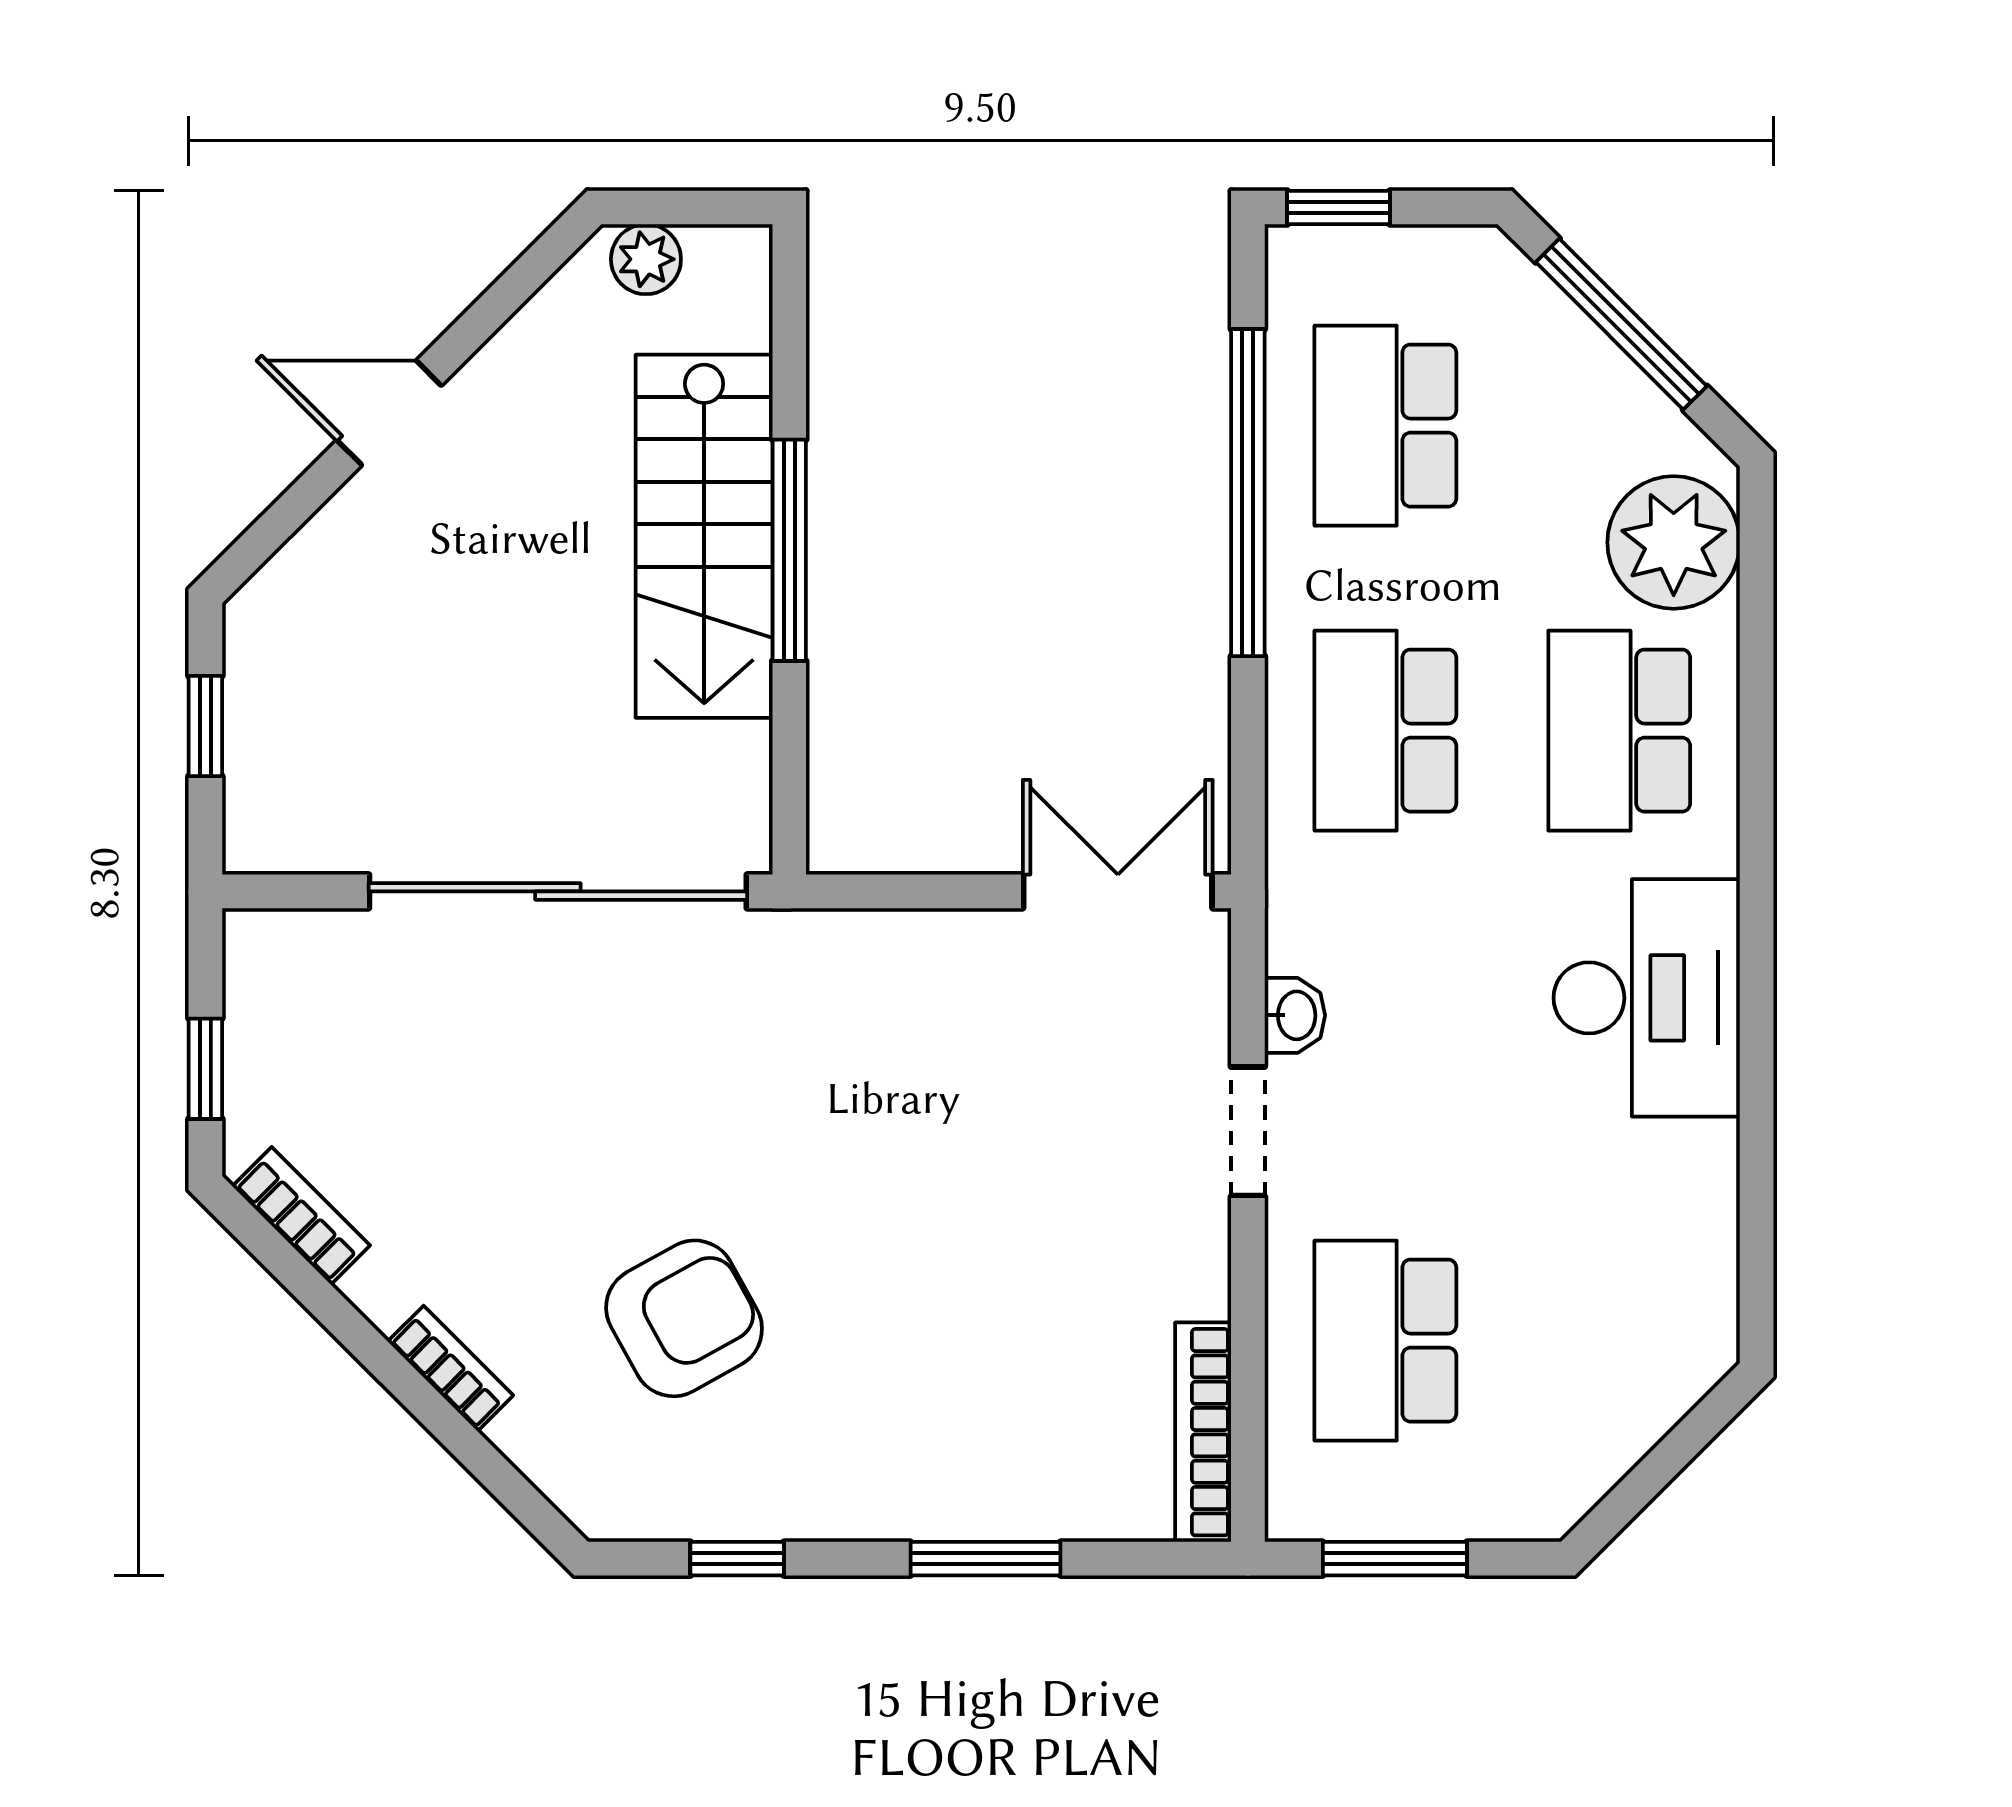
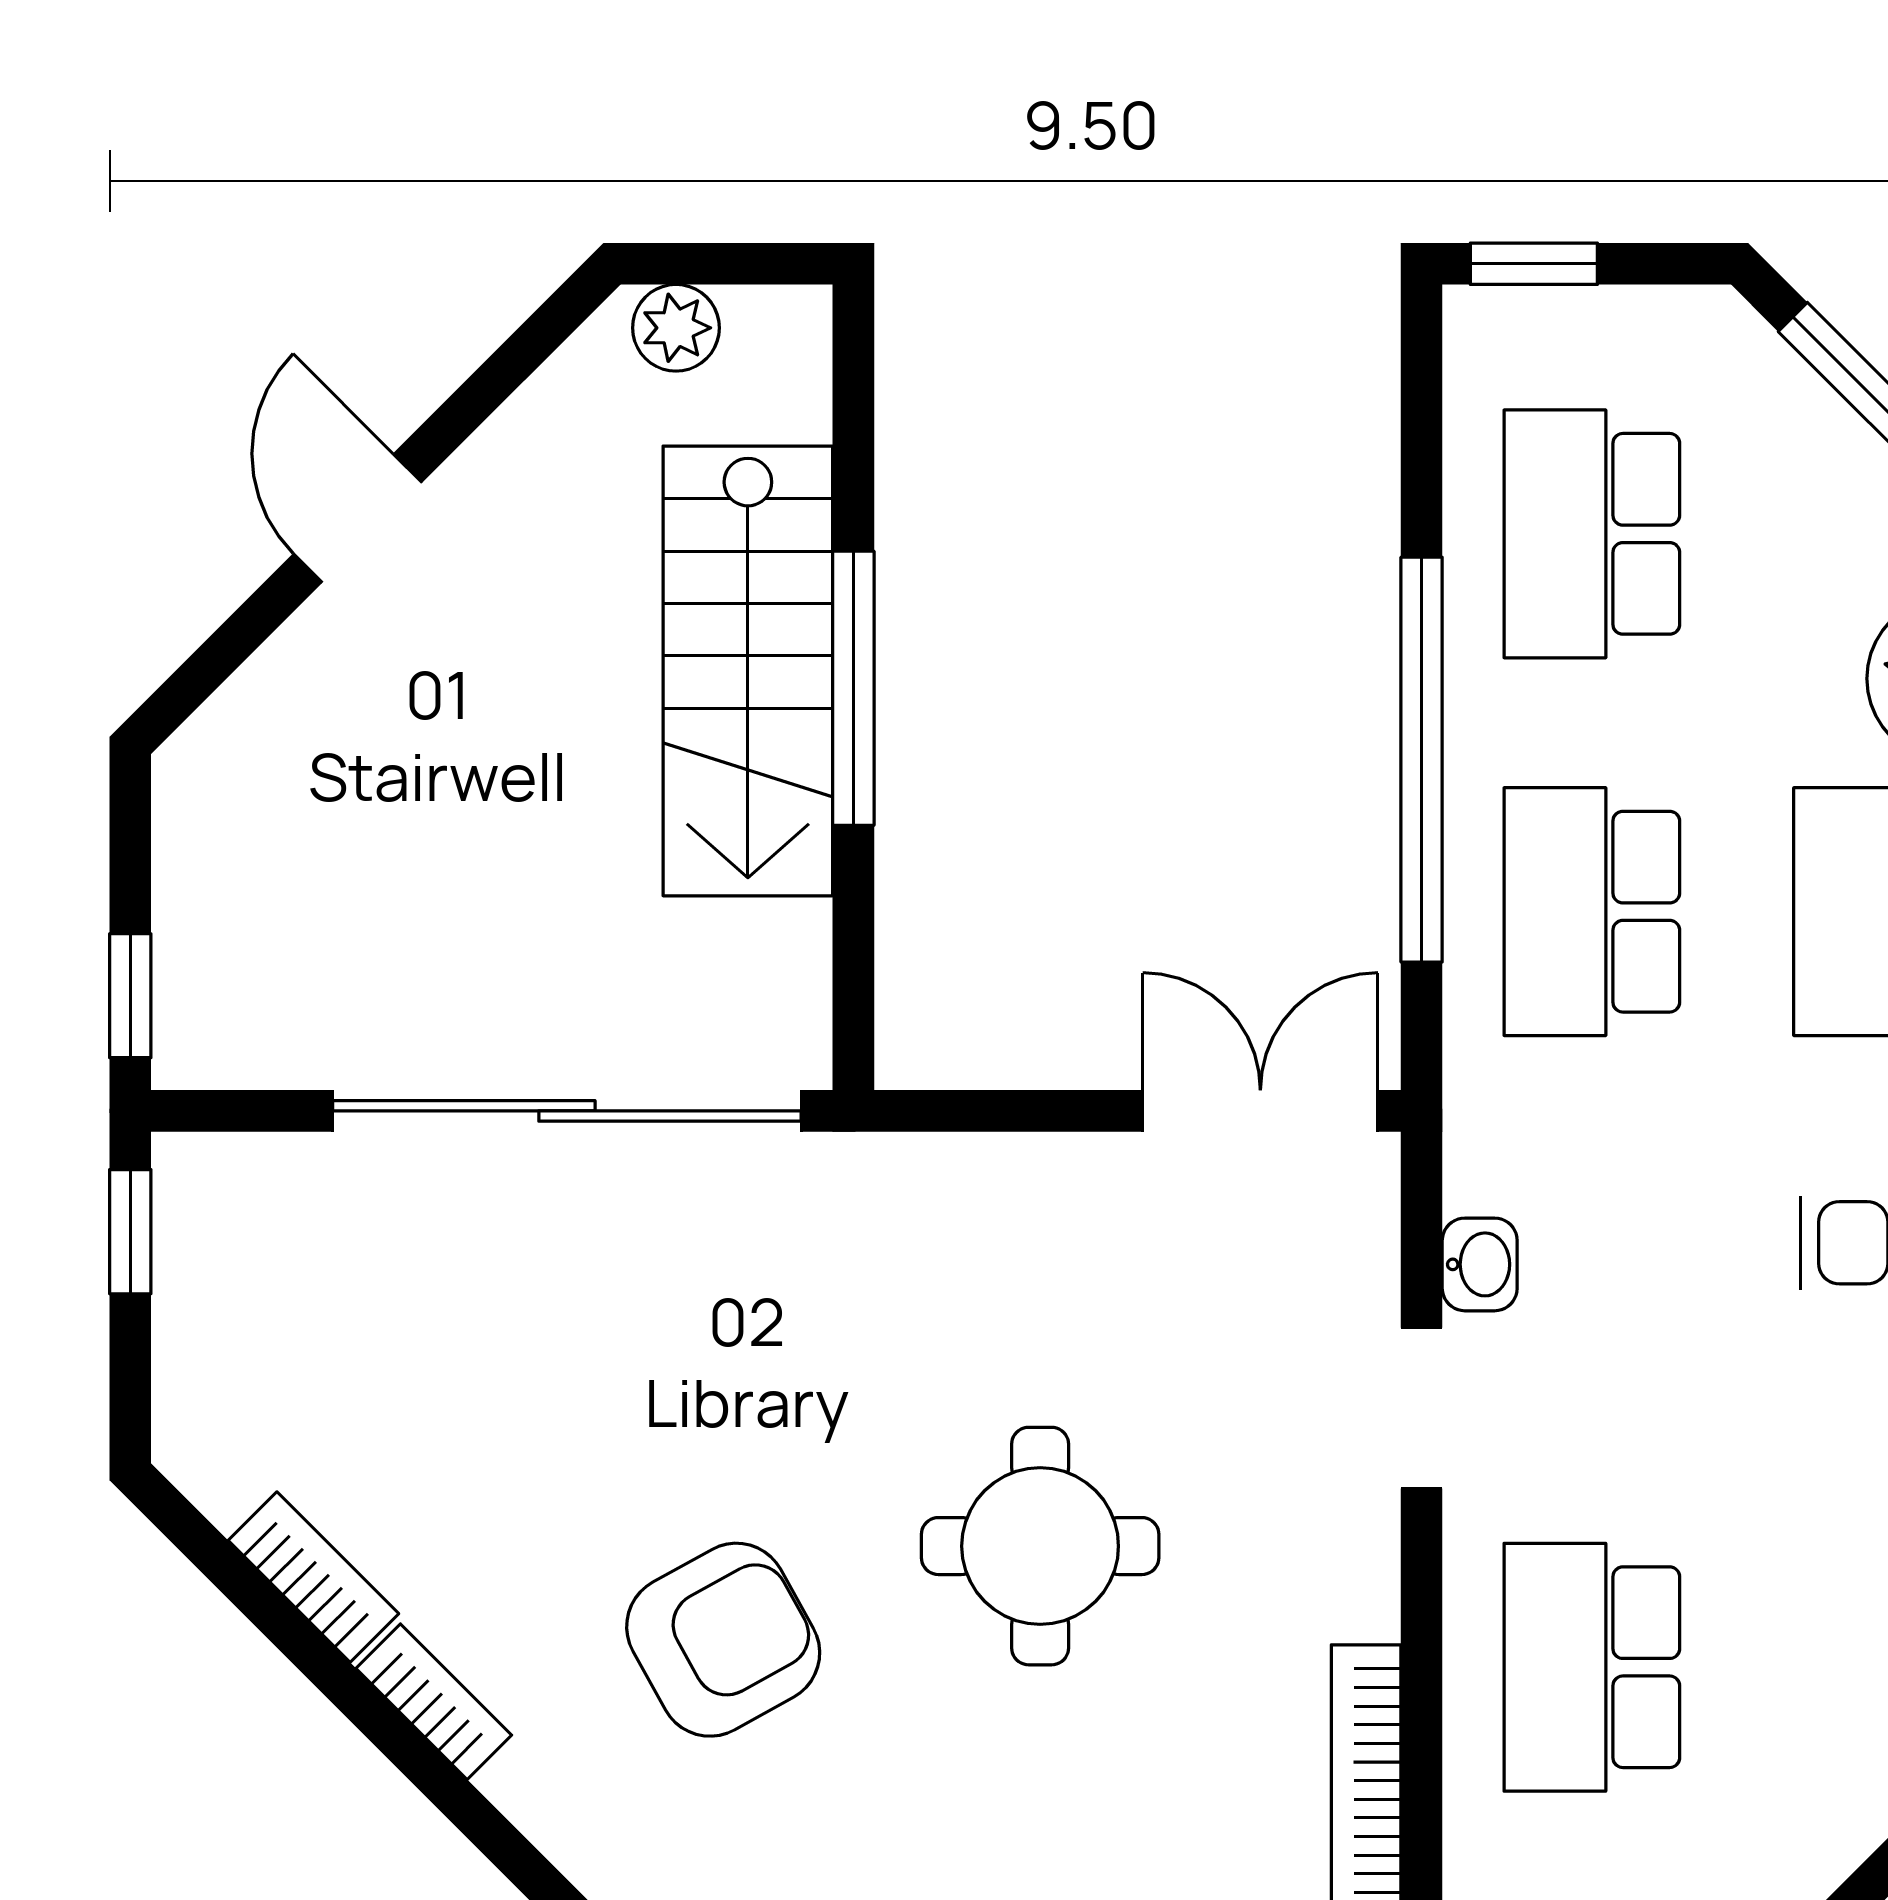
door: (389, 413) -> (358, 518), hinge flipped
window: (1248, 493) -> (1422, 760), moved
window: (205, 726) -> (130, 996), moved
window: (205, 1069) -> (130, 1232), moved
bookcase: (301, 1216) -> (313, 1577), moved
round table: (940, 1243) -> (1040, 1546), added

